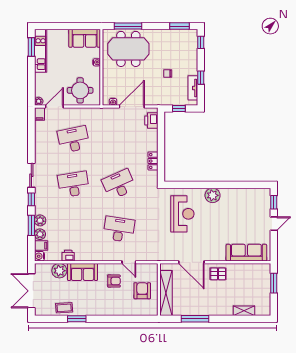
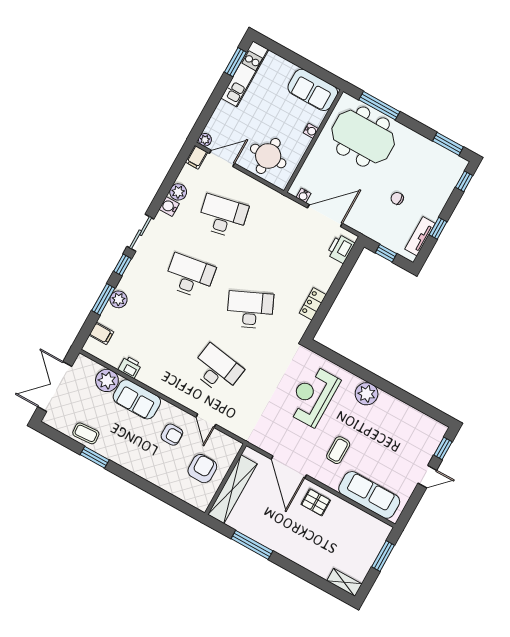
reception desk: (182, 214) -> (313, 396), turned 180
plant: (40, 234) -> (178, 192), moved
coffee table: (214, 237) -> (338, 450), added
water cooler: (39, 256) -> (169, 206), moved
shelving: (244, 311) -> (344, 582), moved

